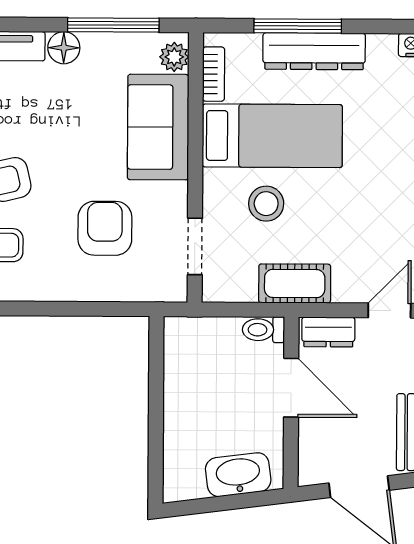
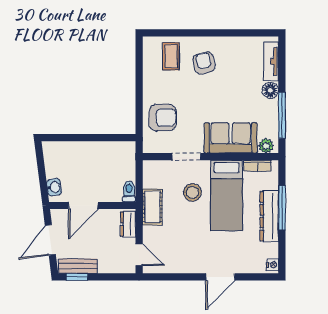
armchair: (105, 228) -> (163, 118), moved
doorway: (195, 246) -> (186, 157), moved
door: (291, 388) -> (83, 206), moved
washbasin: (238, 475) -> (54, 187), width x0.52, depth x0.69

